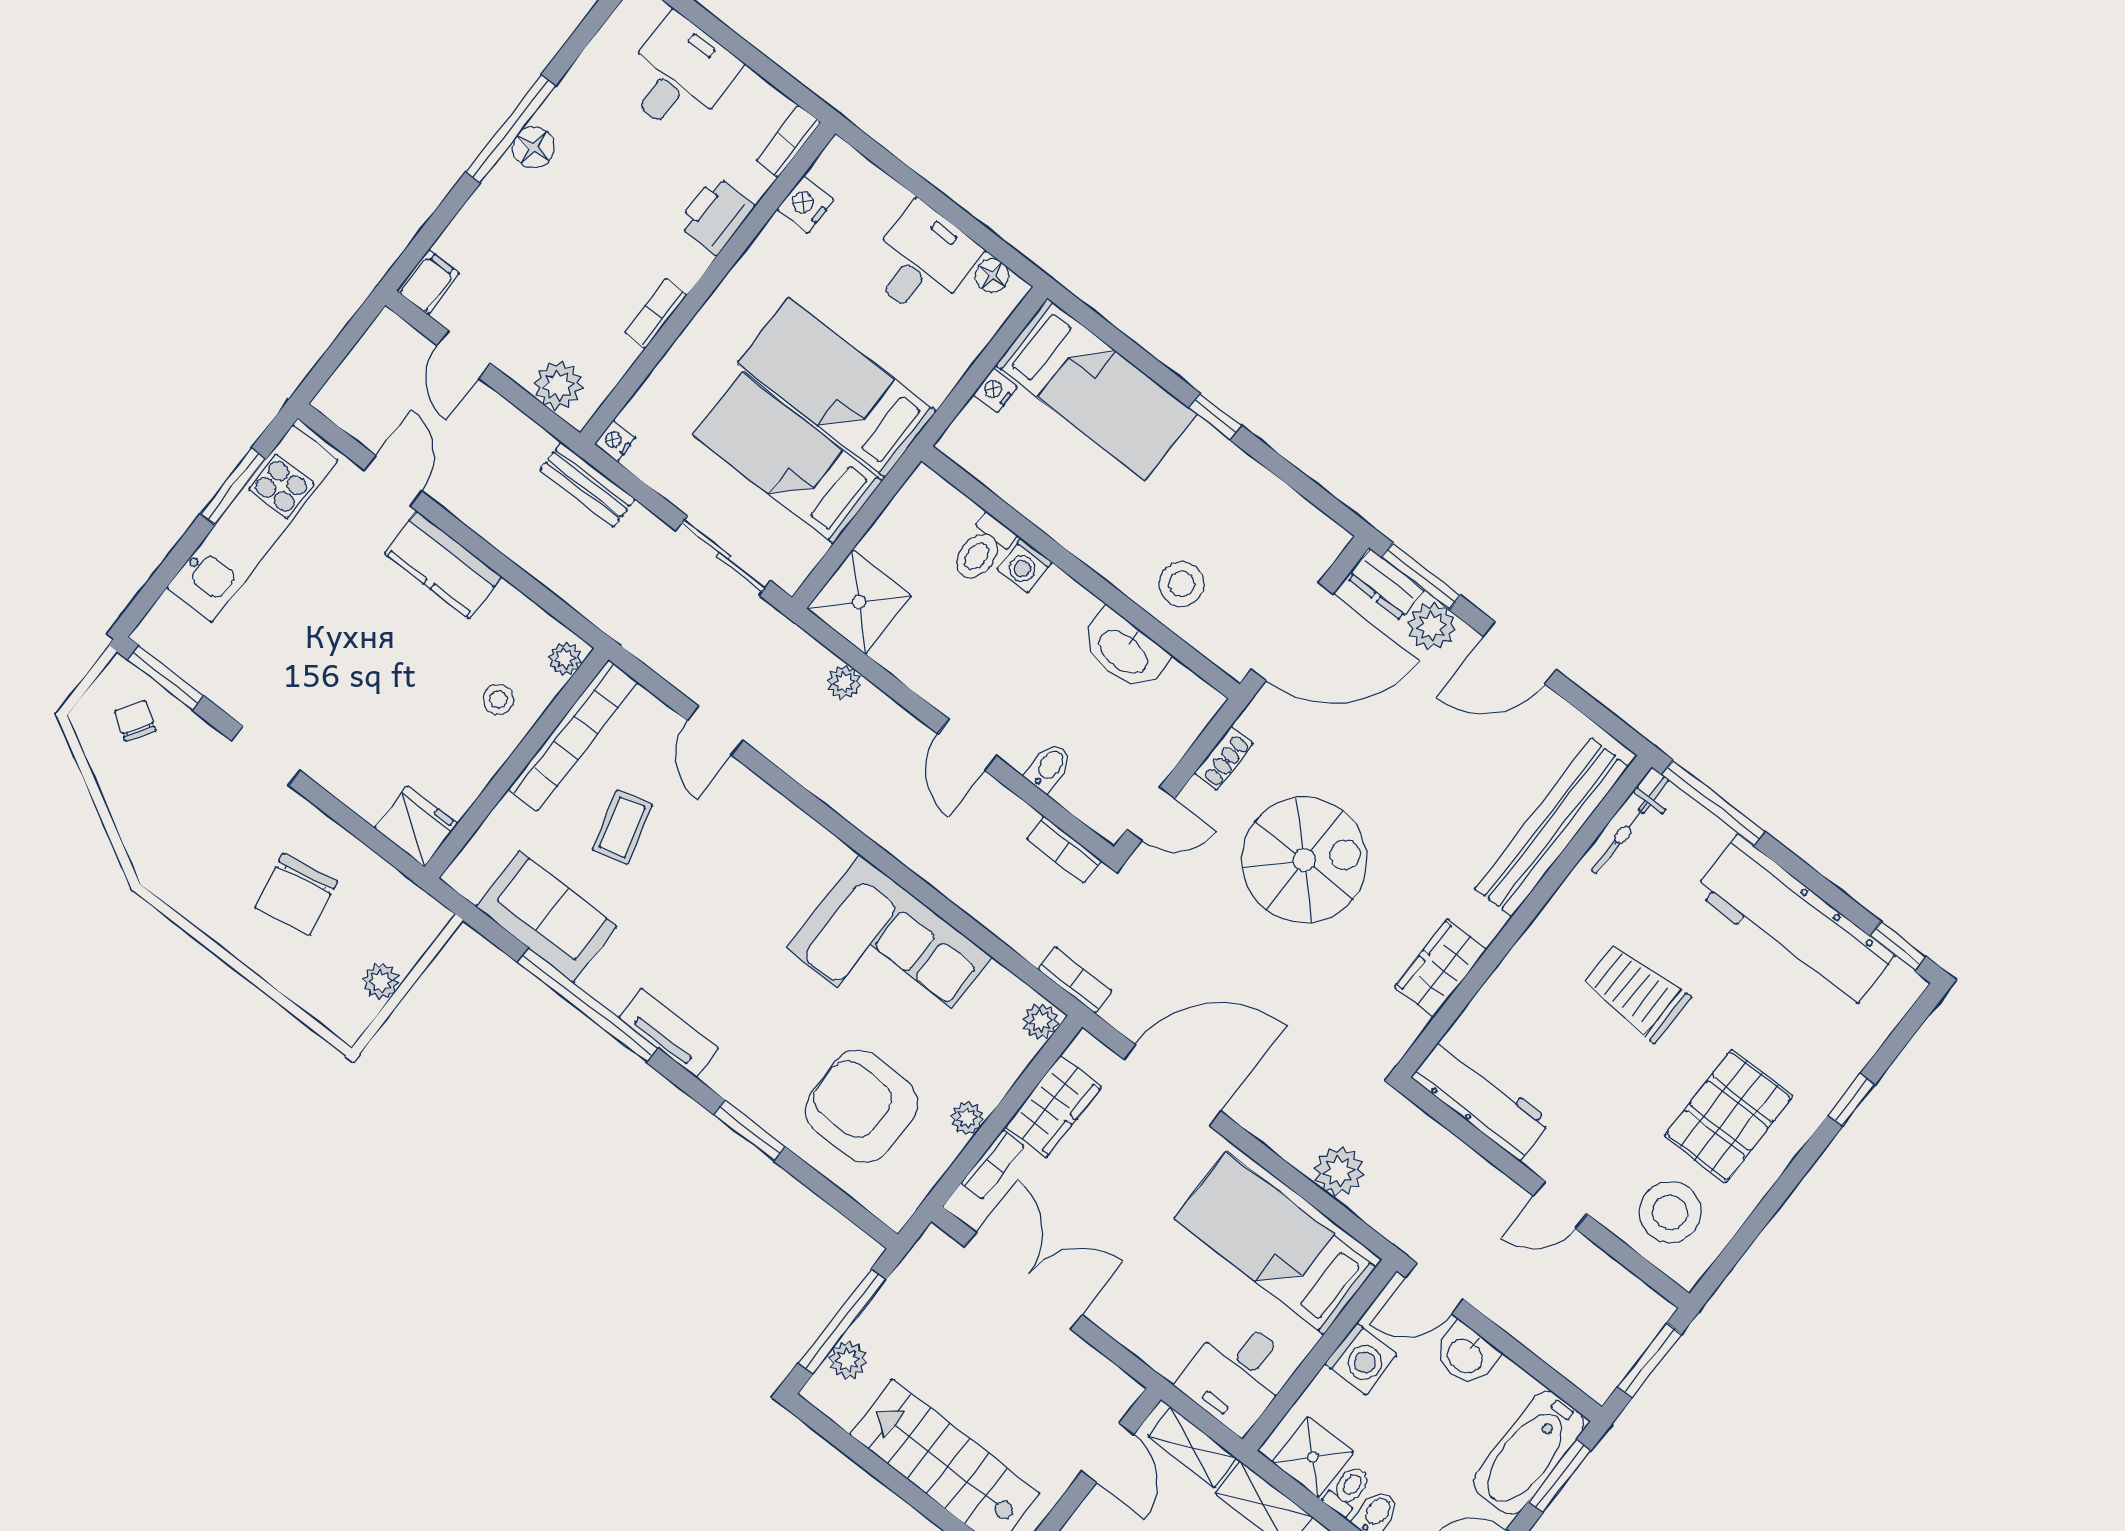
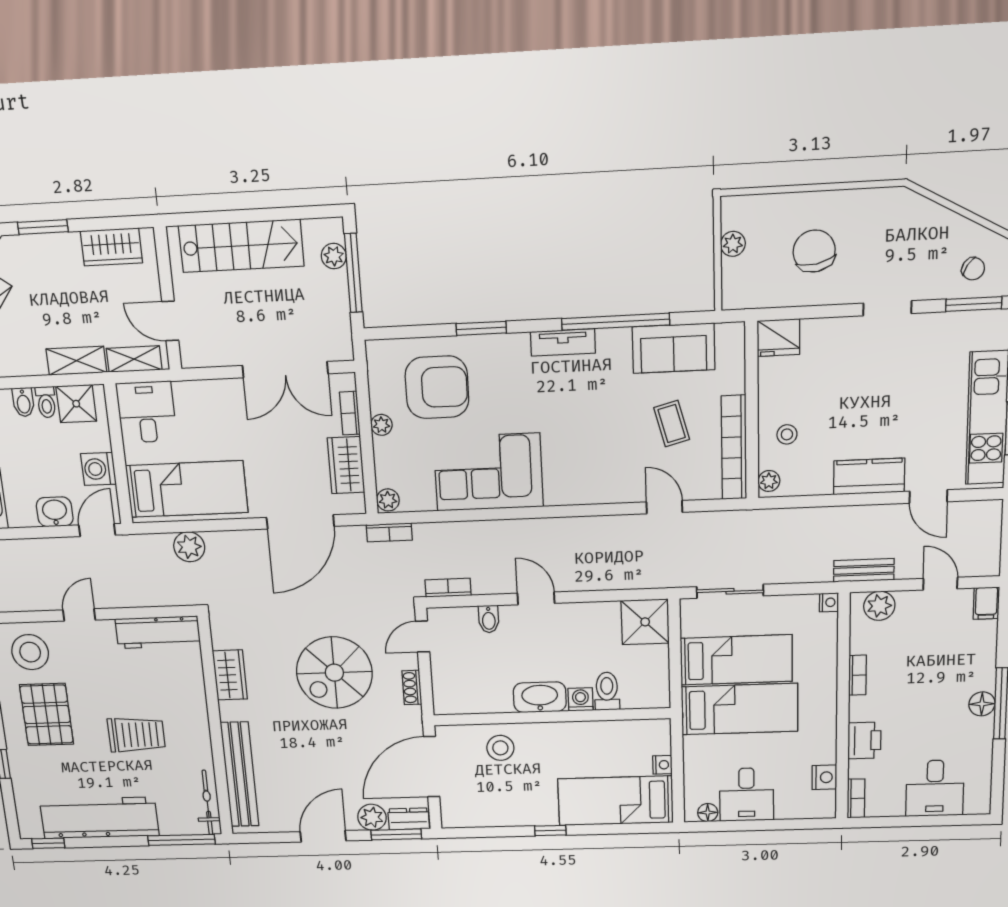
bench: (588, 484) -> (864, 570), moved
washbasin: (1124, 651) -> (540, 697), moved
plant: (844, 682) -> (620, 580), removed

